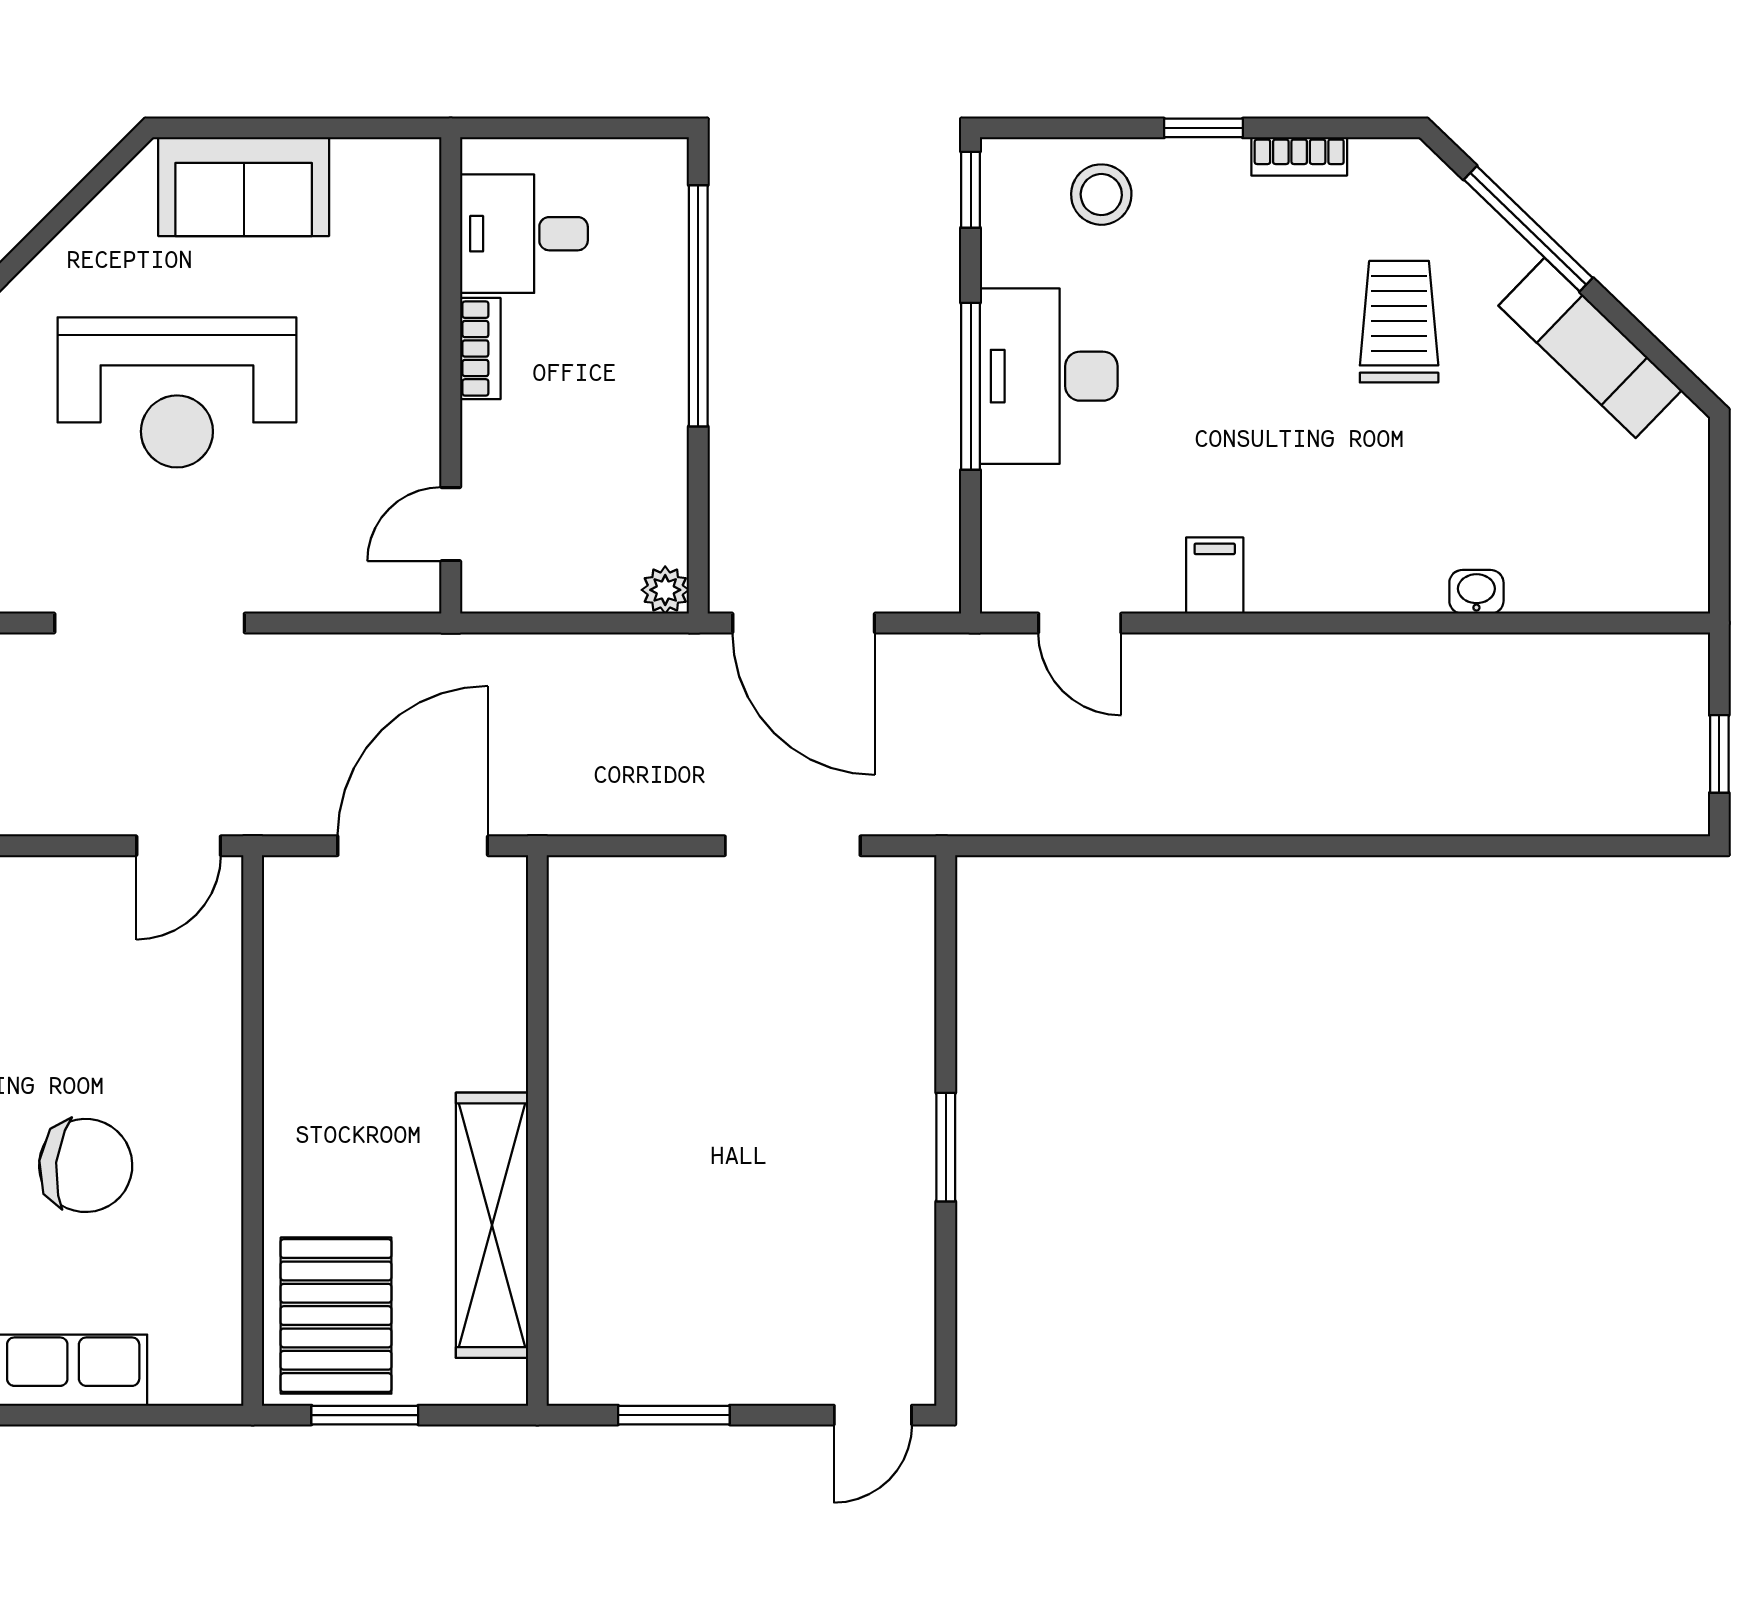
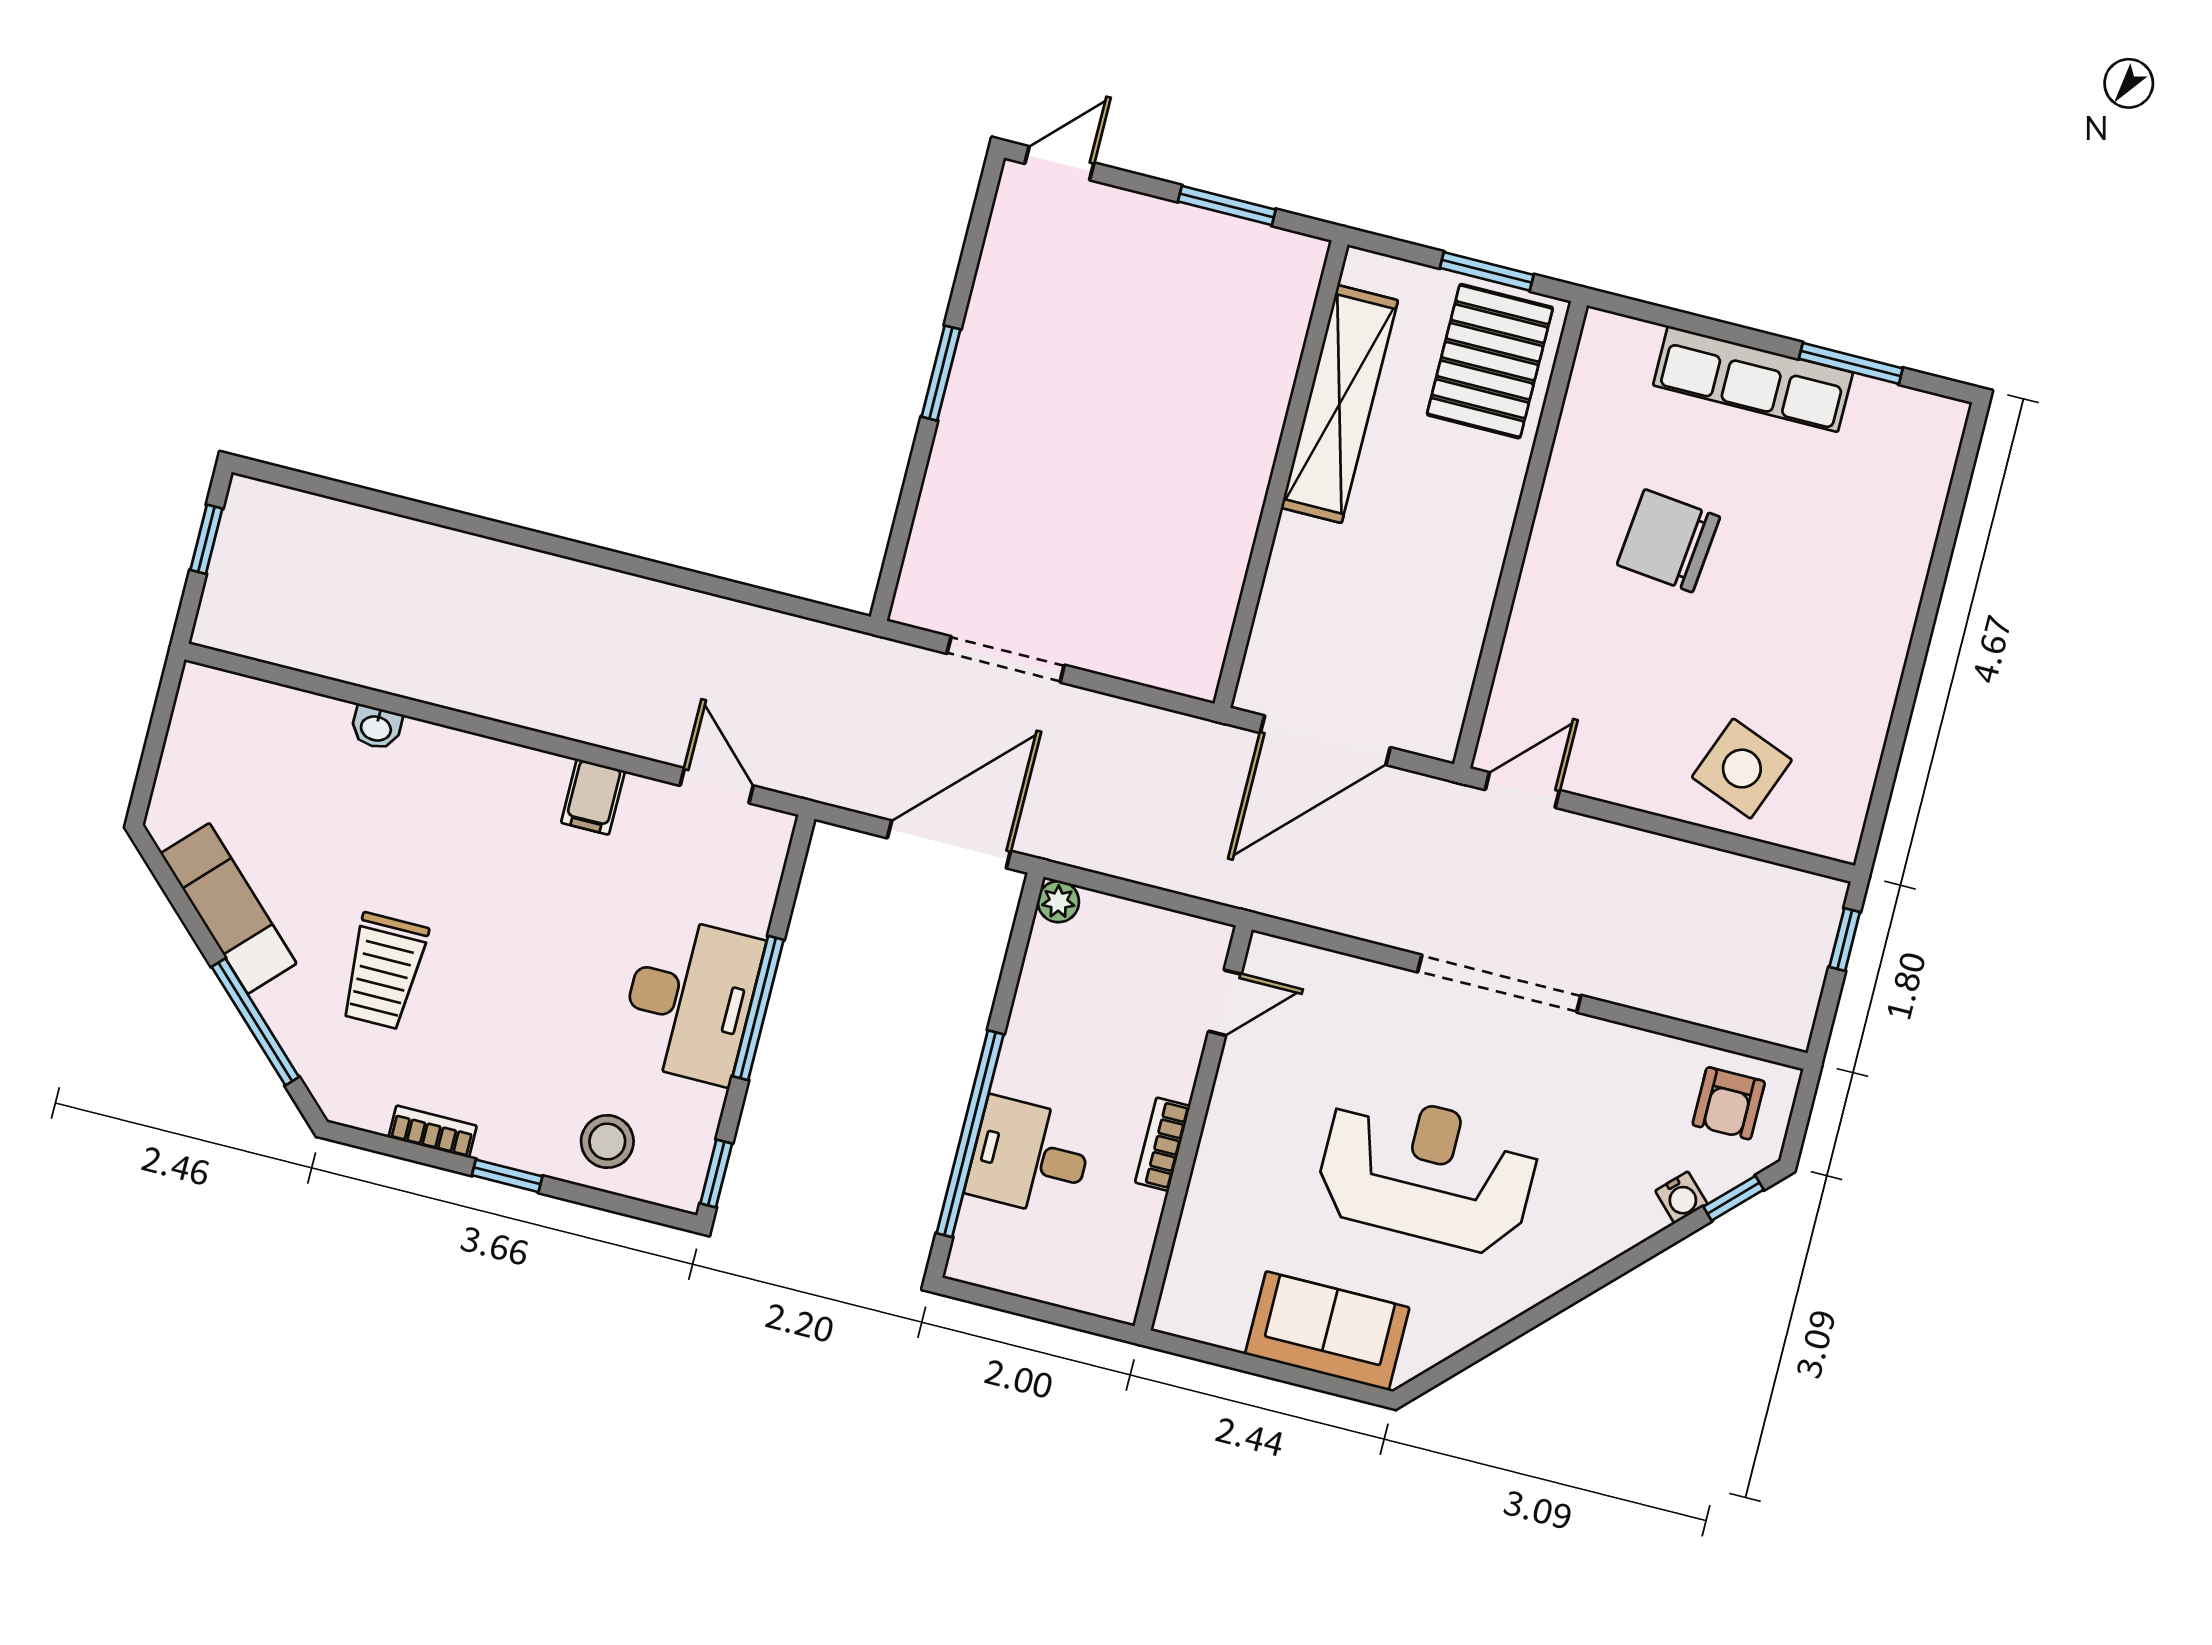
desk: (524, 234) -> (1030, 1157), moved, turned 180
door: (804, 623) -> (949, 844), hinge flipped

